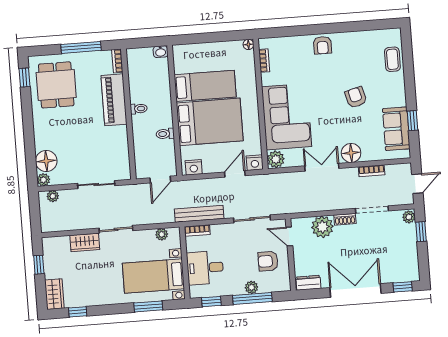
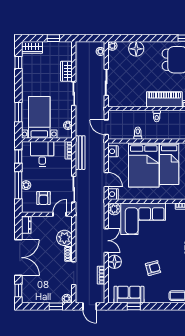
floor lamp: (46, 161) -> (136, 49), moved
armchair: (268, 261) -> (43, 198), turned 180

